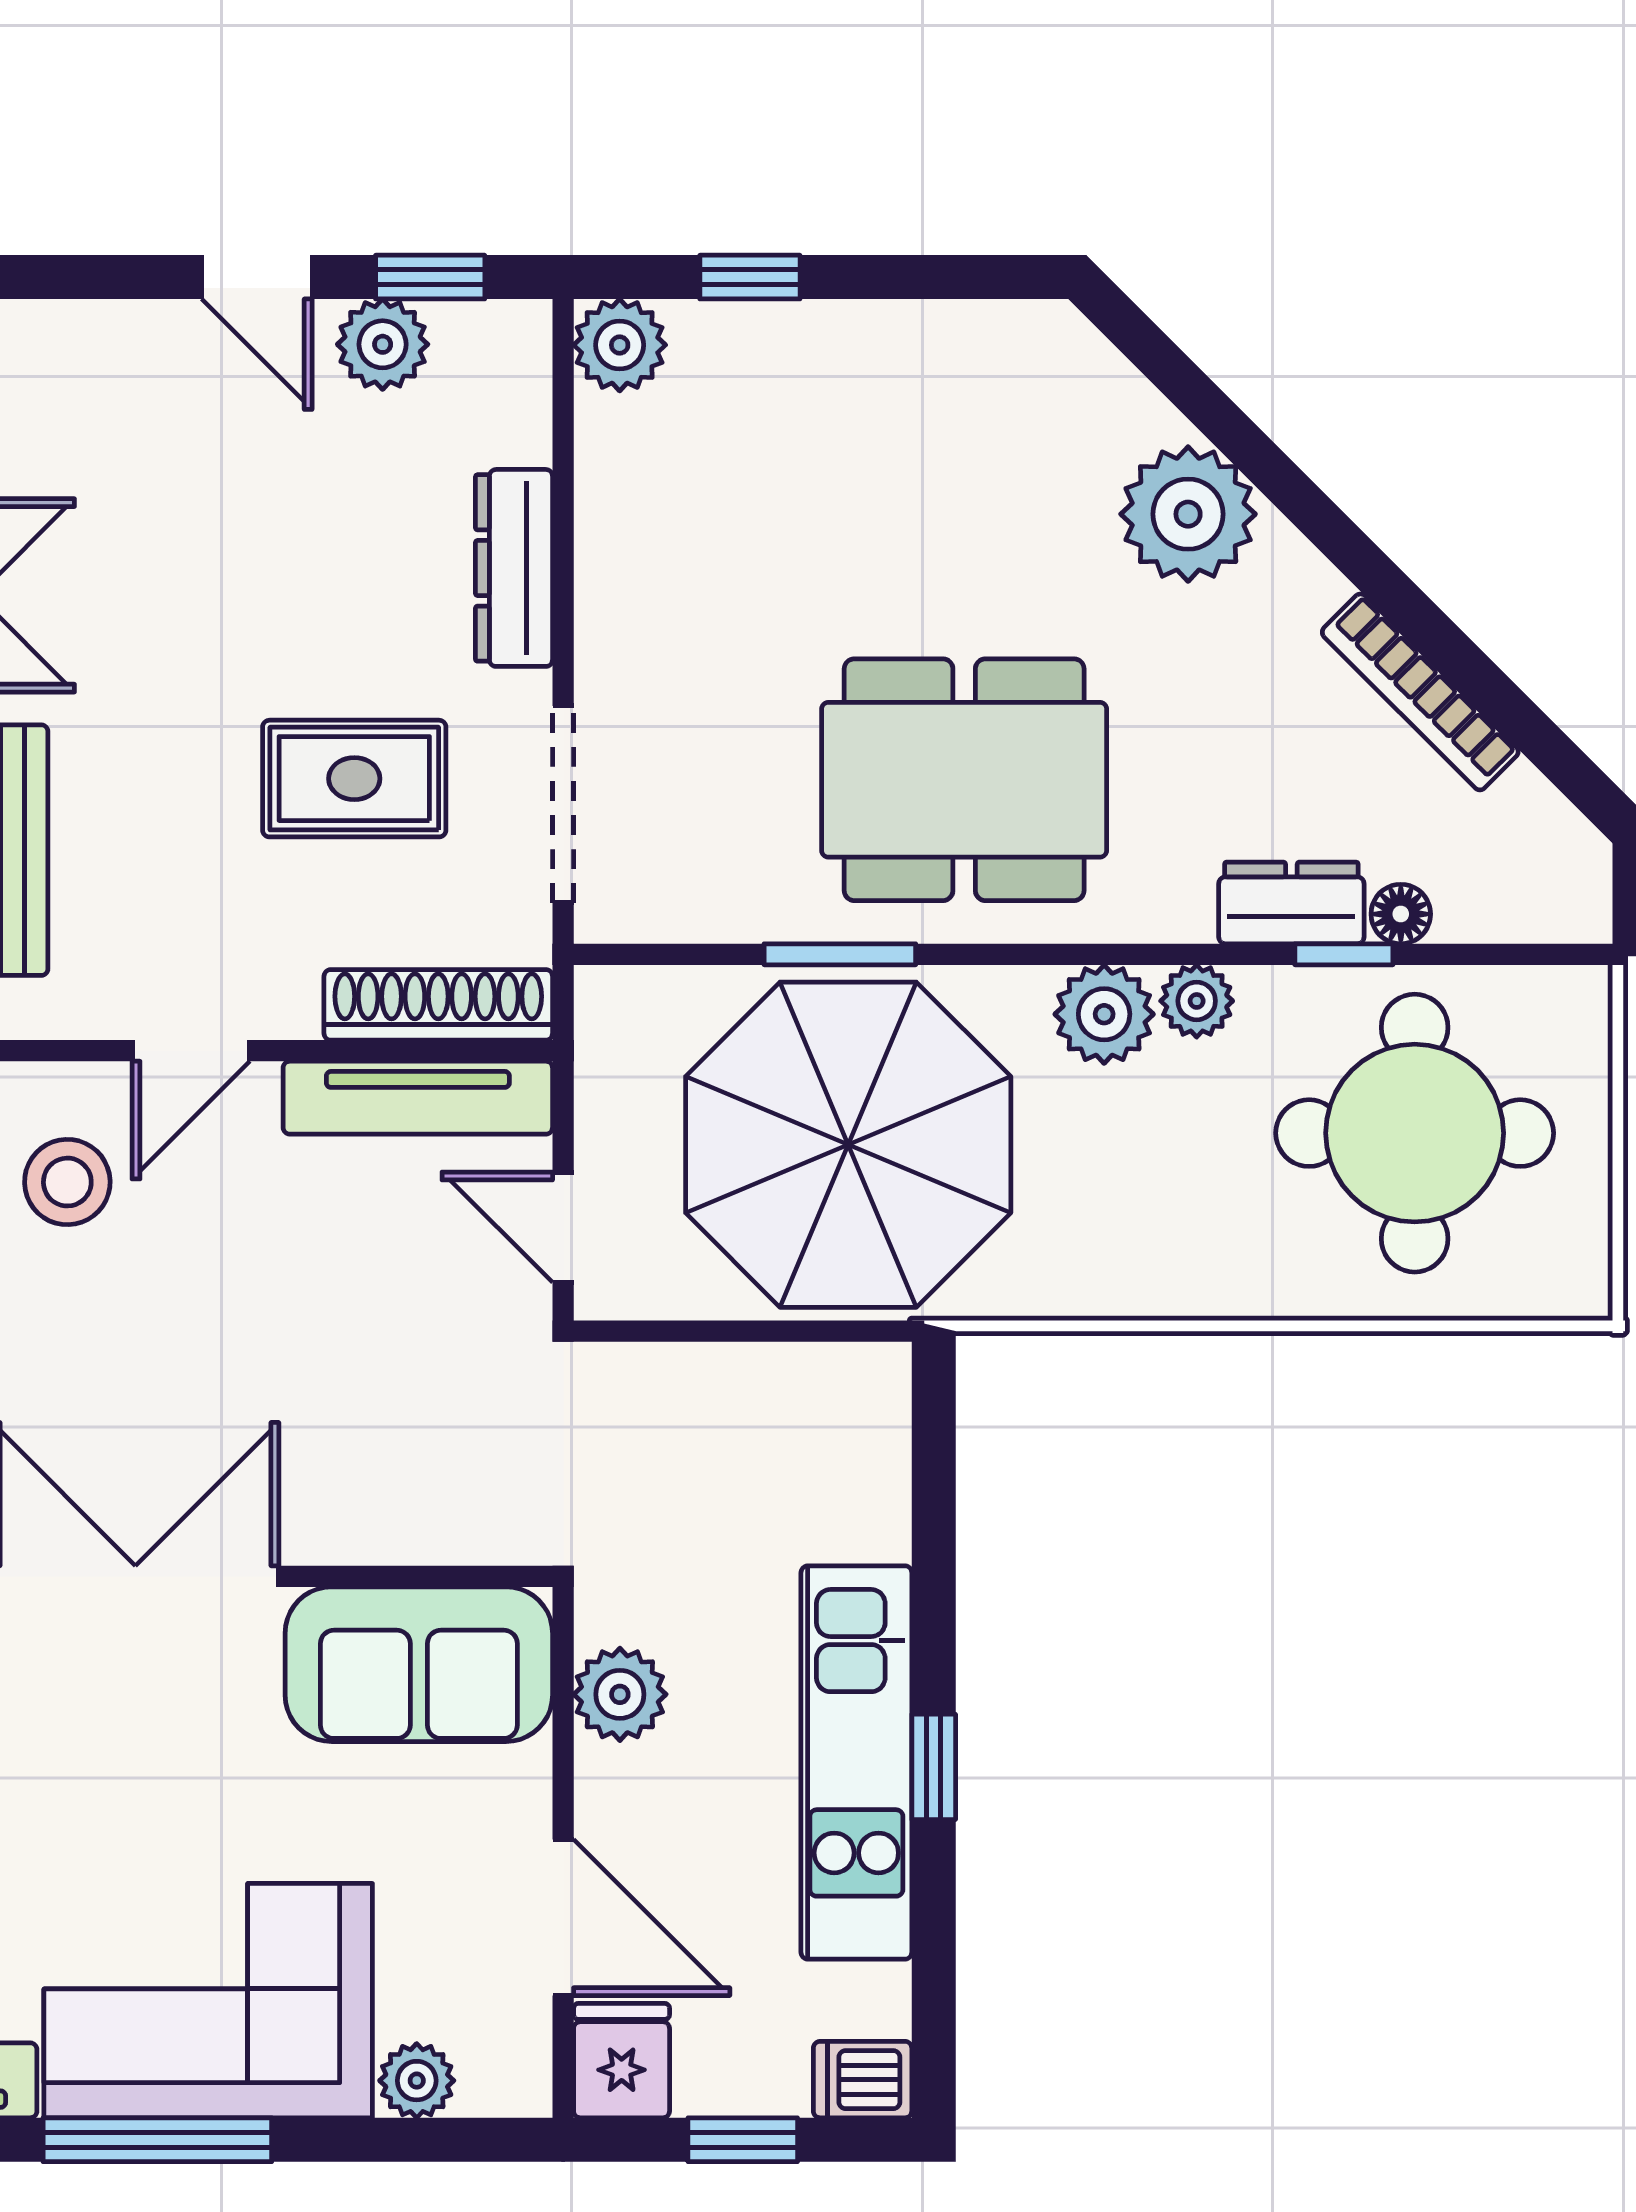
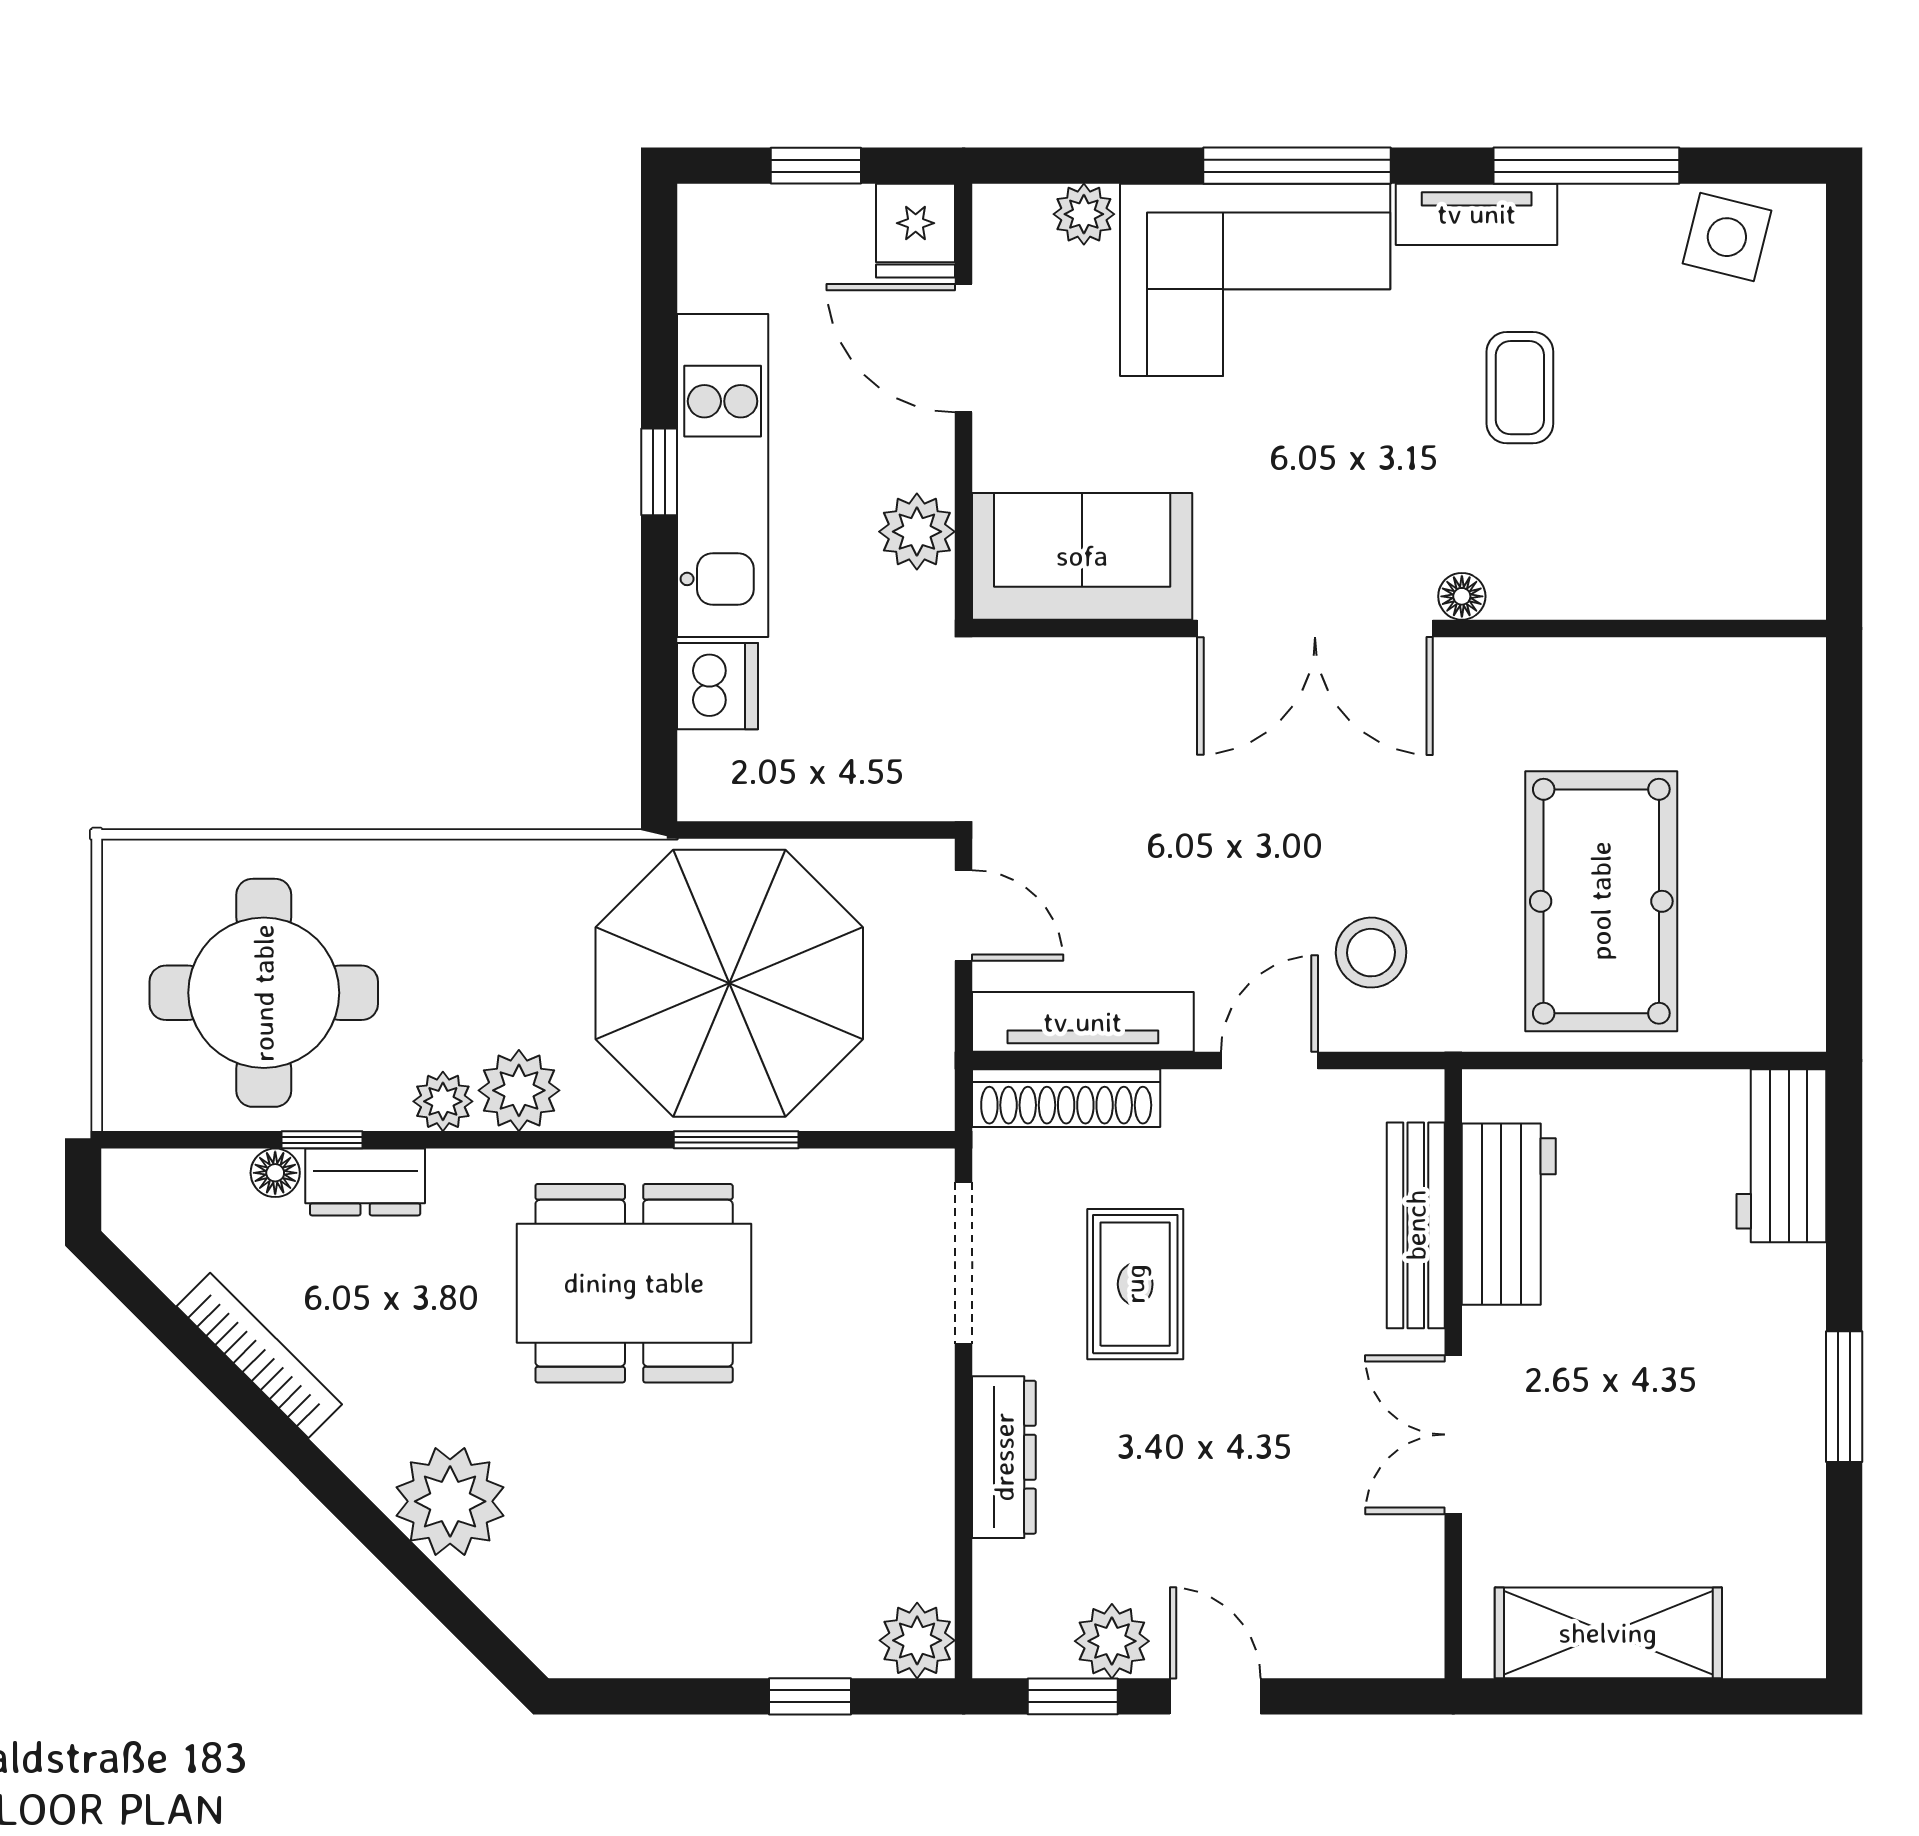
rug: (354, 779) -> (1135, 1284), turned 90
dishwasher: (863, 2080) -> (718, 686), moved, width x1.38

